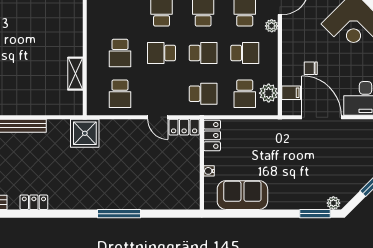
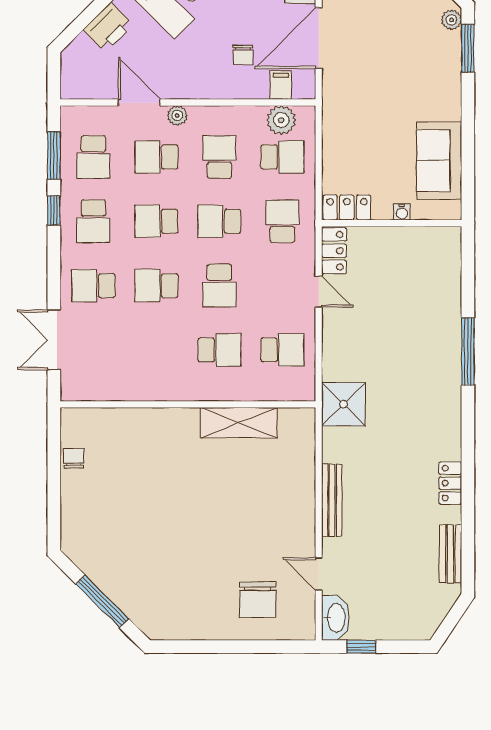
school desk: (203, 53) -> (219, 221), turned -90
shelving: (75, 74) -> (239, 423), width x1.50, depth x1.33
door: (158, 117) -> (319, 291), hinge flipped

